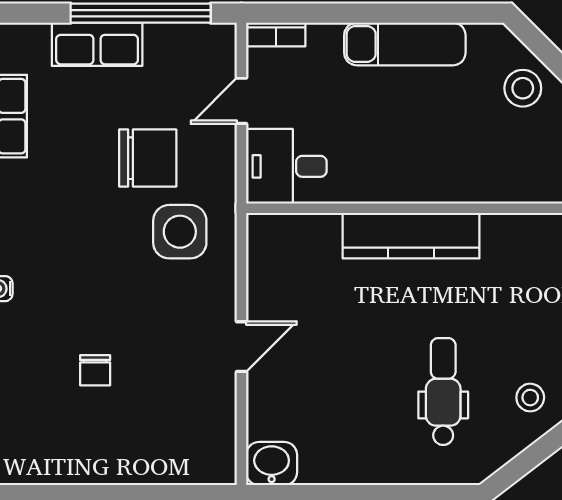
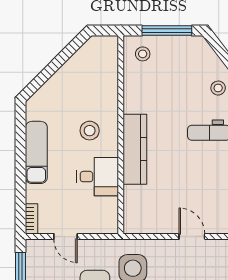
stool: (523, 88) -> (90, 131), moved
desk: (286, 166) -> (98, 177), moved, turned -90

